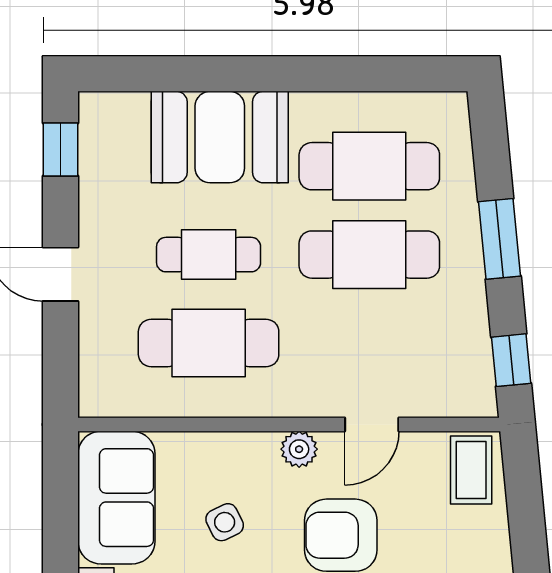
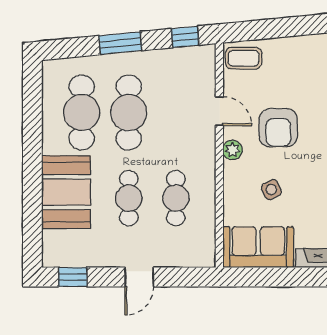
cafe table: (209, 343) -> (176, 198), width x0.73, depth x0.74

